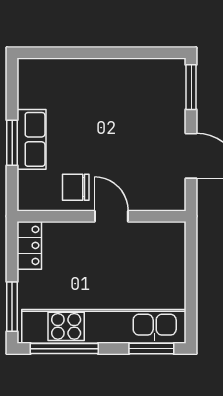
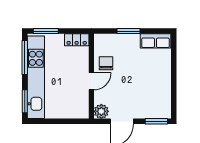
row of seats: (32, 139) -> (155, 41), moved
plant: (171, 196) -> (101, 111), added

